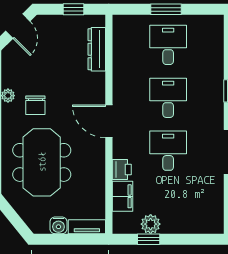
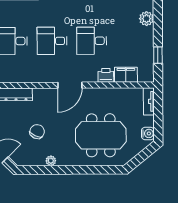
chair: (35, 105) -> (37, 132), moved, turned -65
plant: (151, 224) -> (146, 19), moved
water cooler: (58, 225) -> (148, 133), moved

